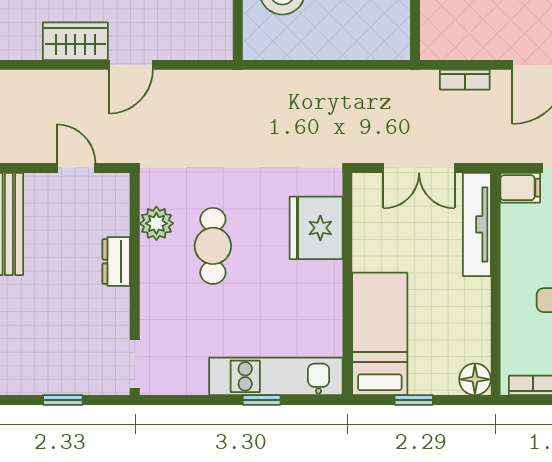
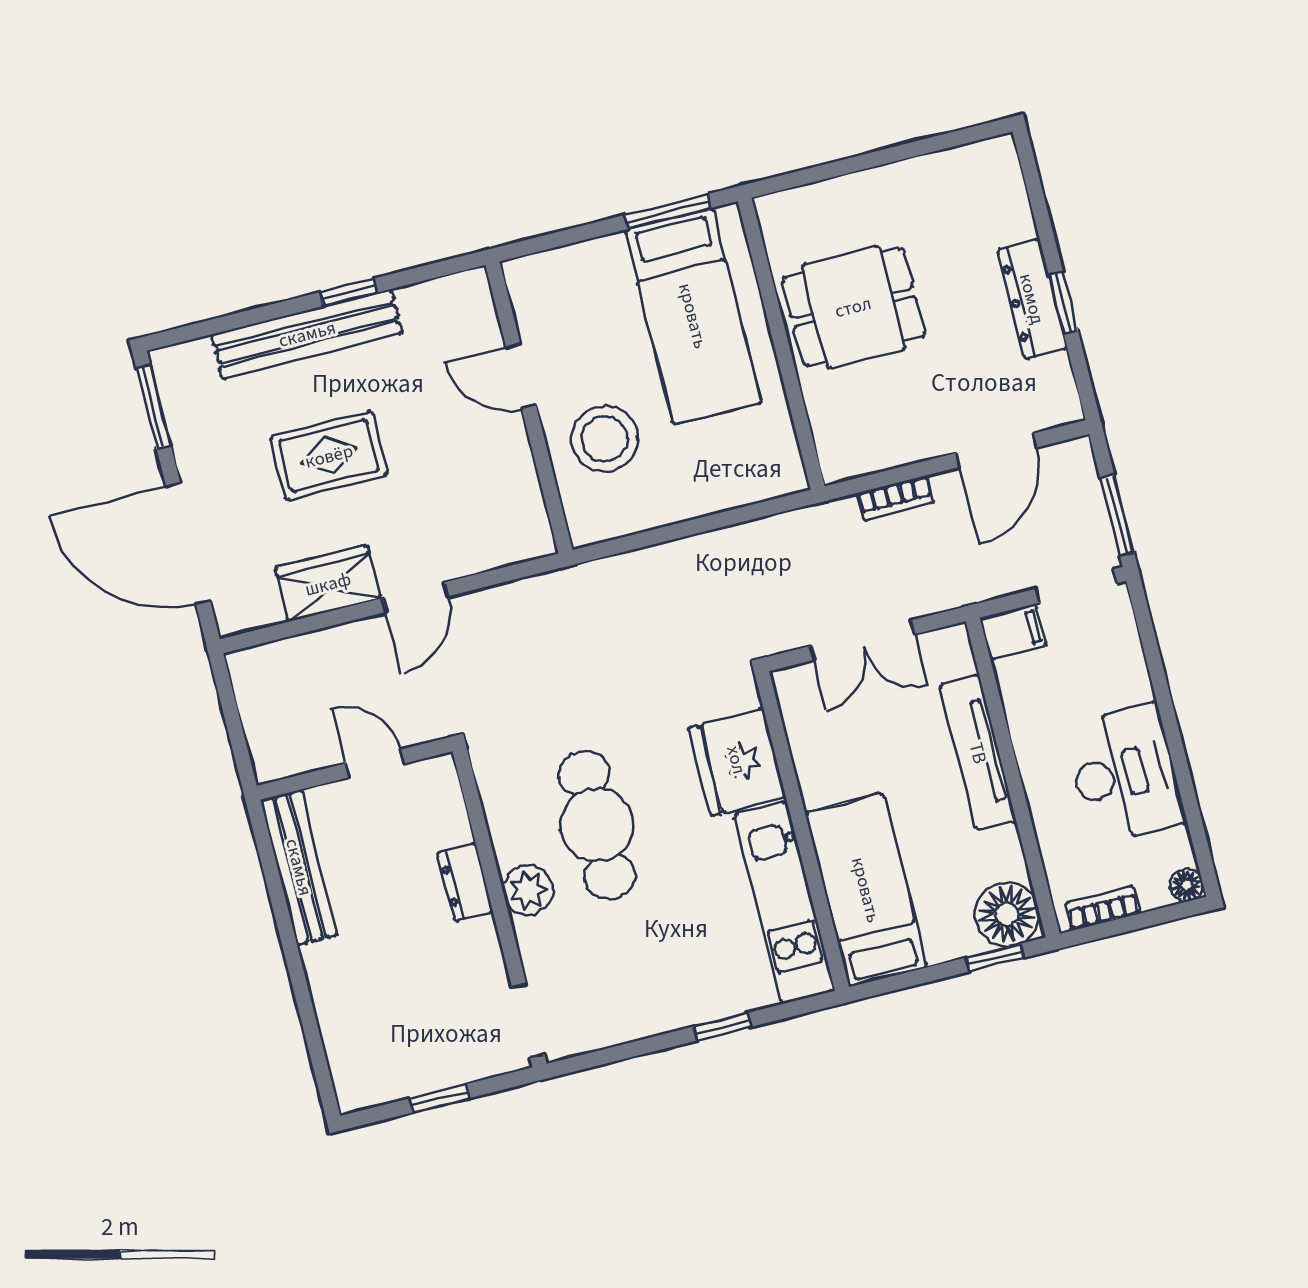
plant: (156, 223) -> (528, 890), moved
tv unit: (477, 224) -> (978, 753), moved
cafe table: (213, 246) -> (597, 825), width x1.37, depth x1.35
kitchen unit: (276, 376) -> (784, 903), moved, turned -90
floor lamp: (475, 379) -> (1007, 914), width x1.38, depth x1.38
window: (414, 400) -> (995, 958), moved

